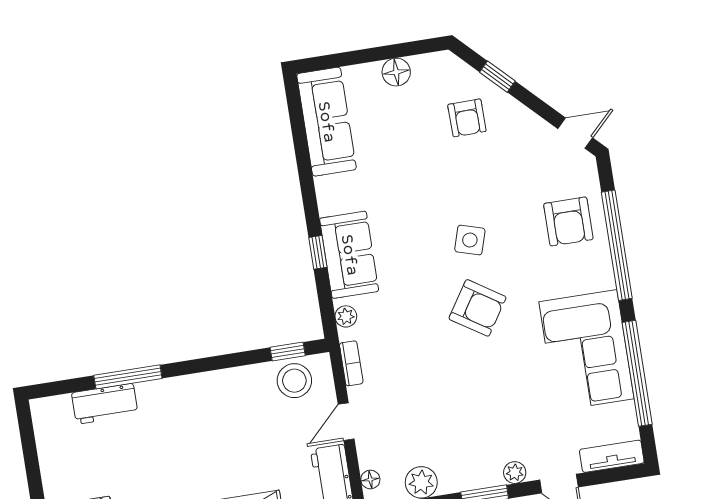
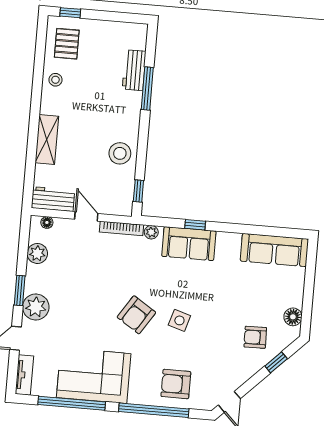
floor lamp: (396, 72) -> (293, 317), moved
bookcase: (351, 363) -> (121, 228), width x1.56
stool: (294, 381) -> (120, 153), moved
plant: (515, 473) -> (36, 307), width x1.88, depth x1.88

